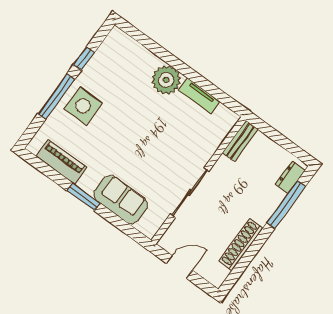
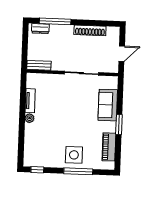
window: (84, 59) -> (37, 170), moved
plant: (166, 80) -> (30, 118), width x0.53, depth x0.53
door: (179, 267) -> (122, 54), swing flipped

